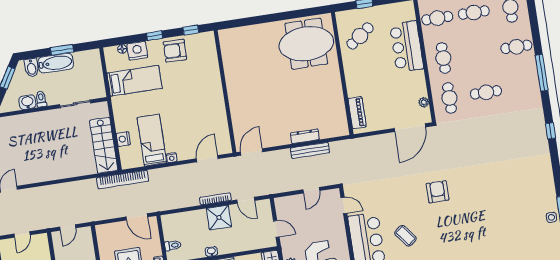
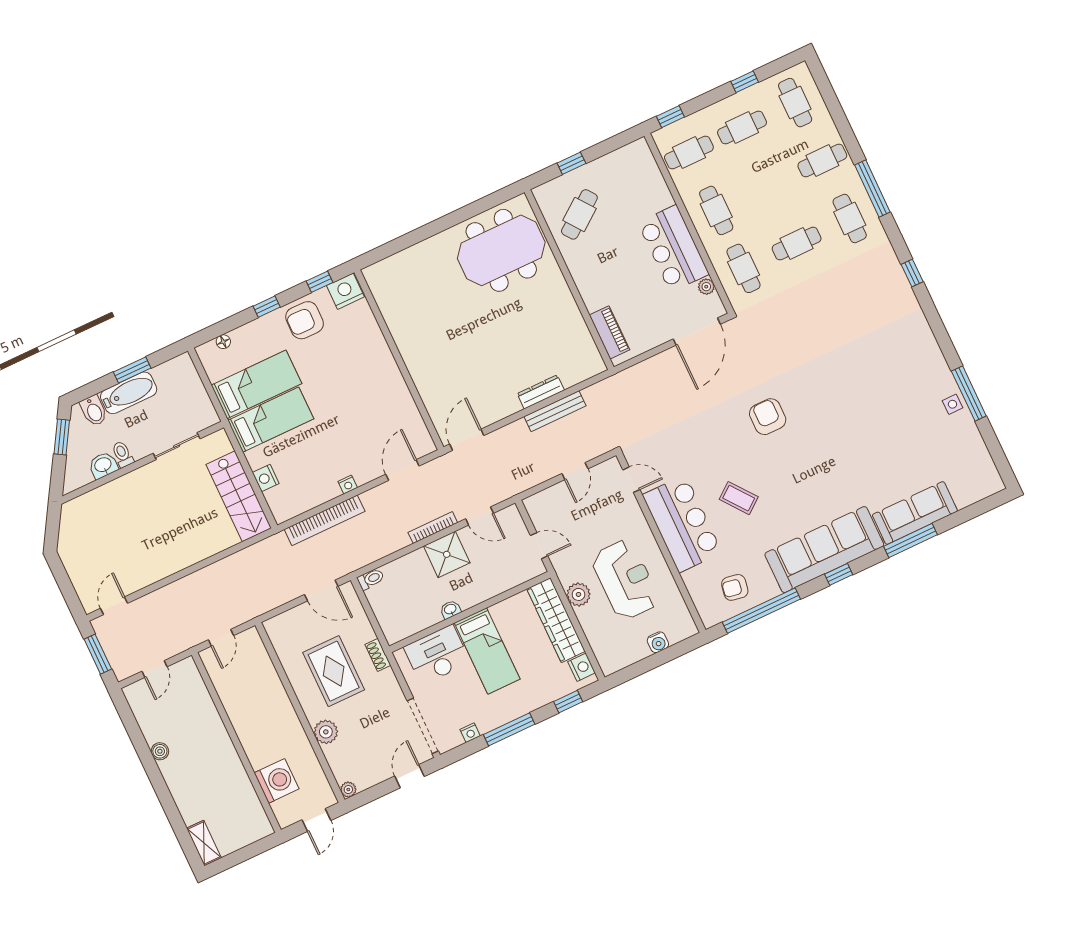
bar counter: (407, 47) -> (673, 248), moved
nightstand: (137, 51) -> (345, 291), moved
cafe table: (523, 87) -> (850, 218), added
bed: (152, 140) -> (271, 420), moved, turned 90
bookcase: (123, 179) -> (325, 520), moved
toilet: (173, 245) -> (371, 579), moved

